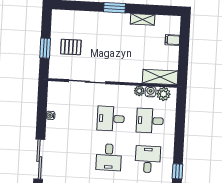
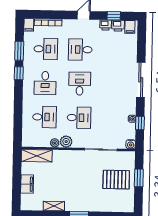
filing cabinet: (172, 40) -> (27, 184), width x2.00
pallet: (71, 47) -> (116, 180), width x1.50, depth x1.42
water cooler: (151, 92) -> (131, 144), moved
plant: (163, 94) -> (66, 142), moved
window: (42, 110) -> (140, 123), added

